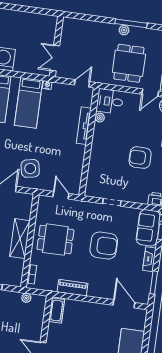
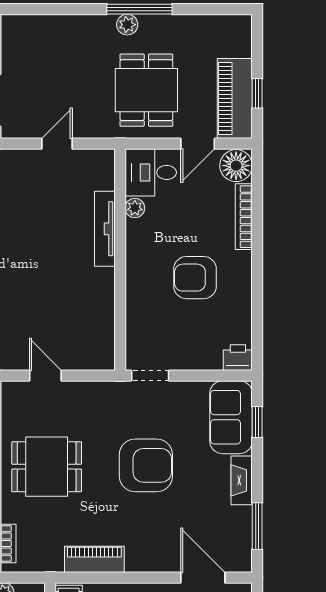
desk: (110, 101) -> (151, 172), moved
plant: (100, 118) -> (135, 208), moved
tv unit: (84, 126) -> (105, 229), moved
wall: (89, 142) -> (120, 260), moved

